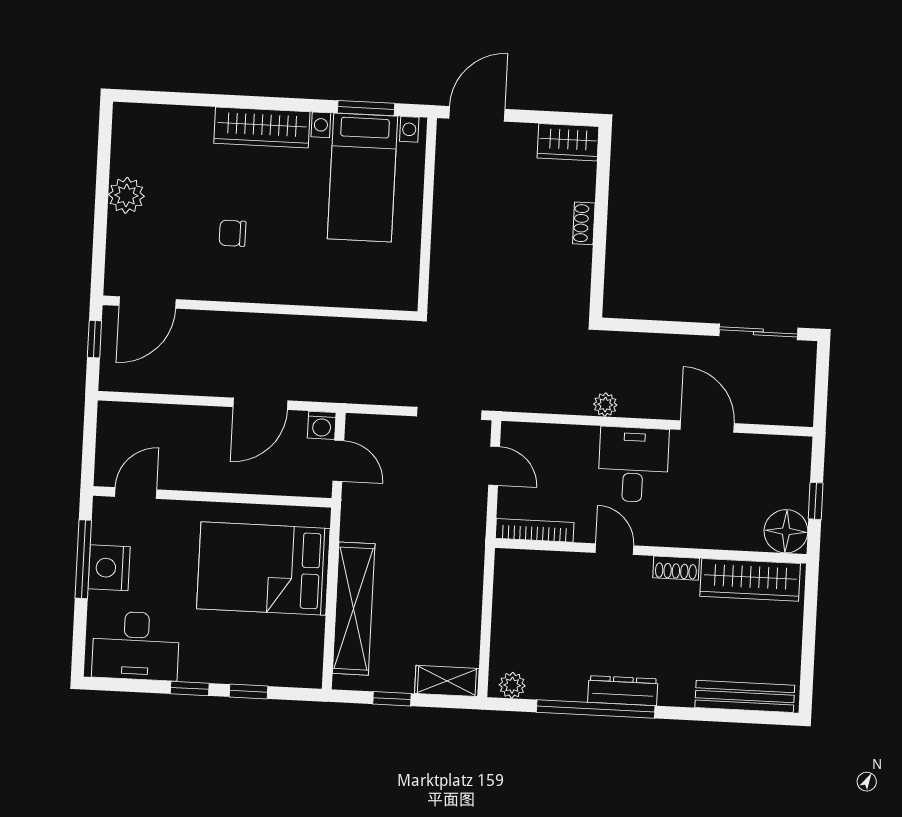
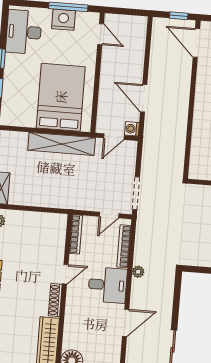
bookcase: (556, 434) -> (124, 246), added
shoe rack: (676, 568) -> (55, 300), width x1.43
shelving: (354, 609) -> (62, 144), moved

